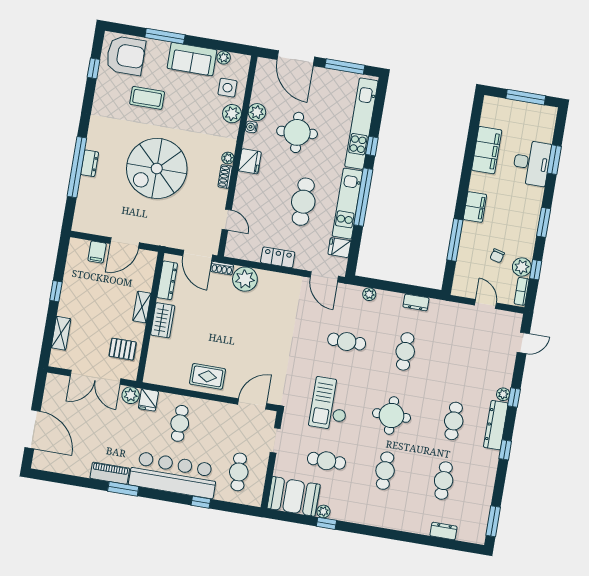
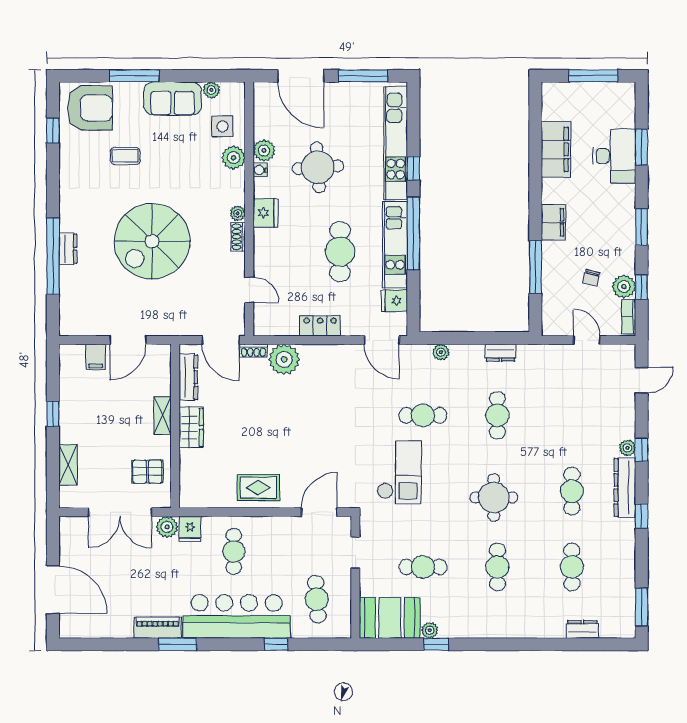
coffee table: (147, 98) -> (125, 156), width x0.73, depth x0.77
checkout: (330, 404) -> (399, 473), moved, turned 180

